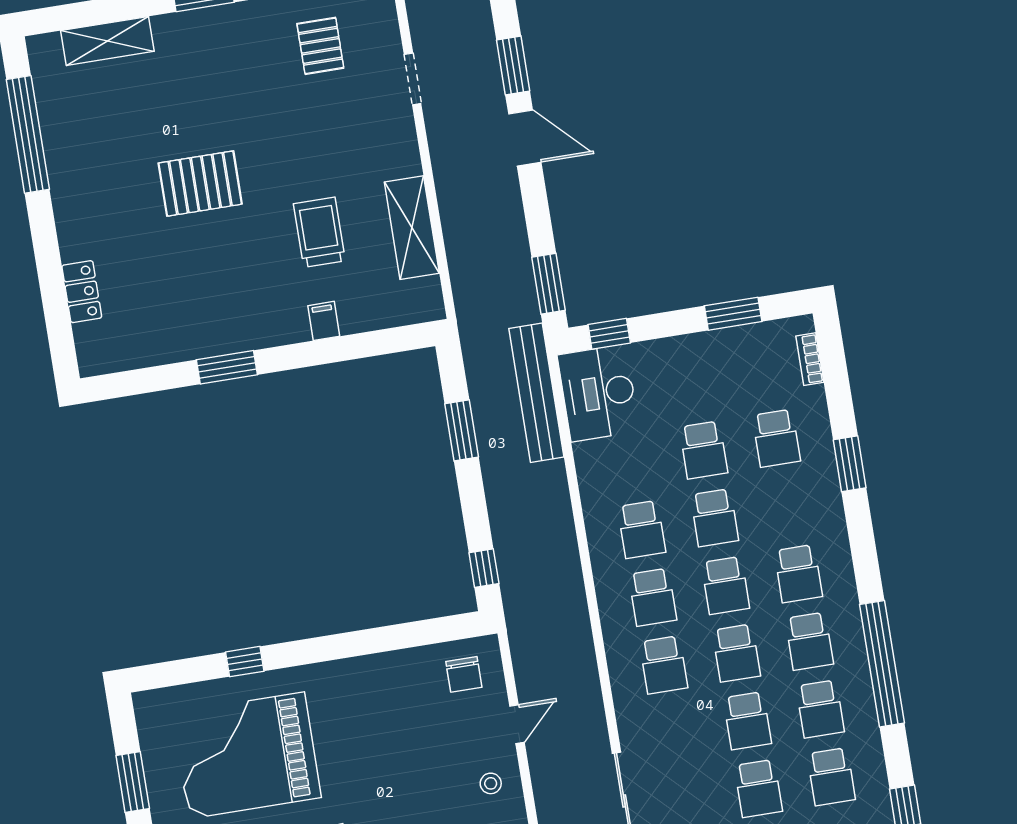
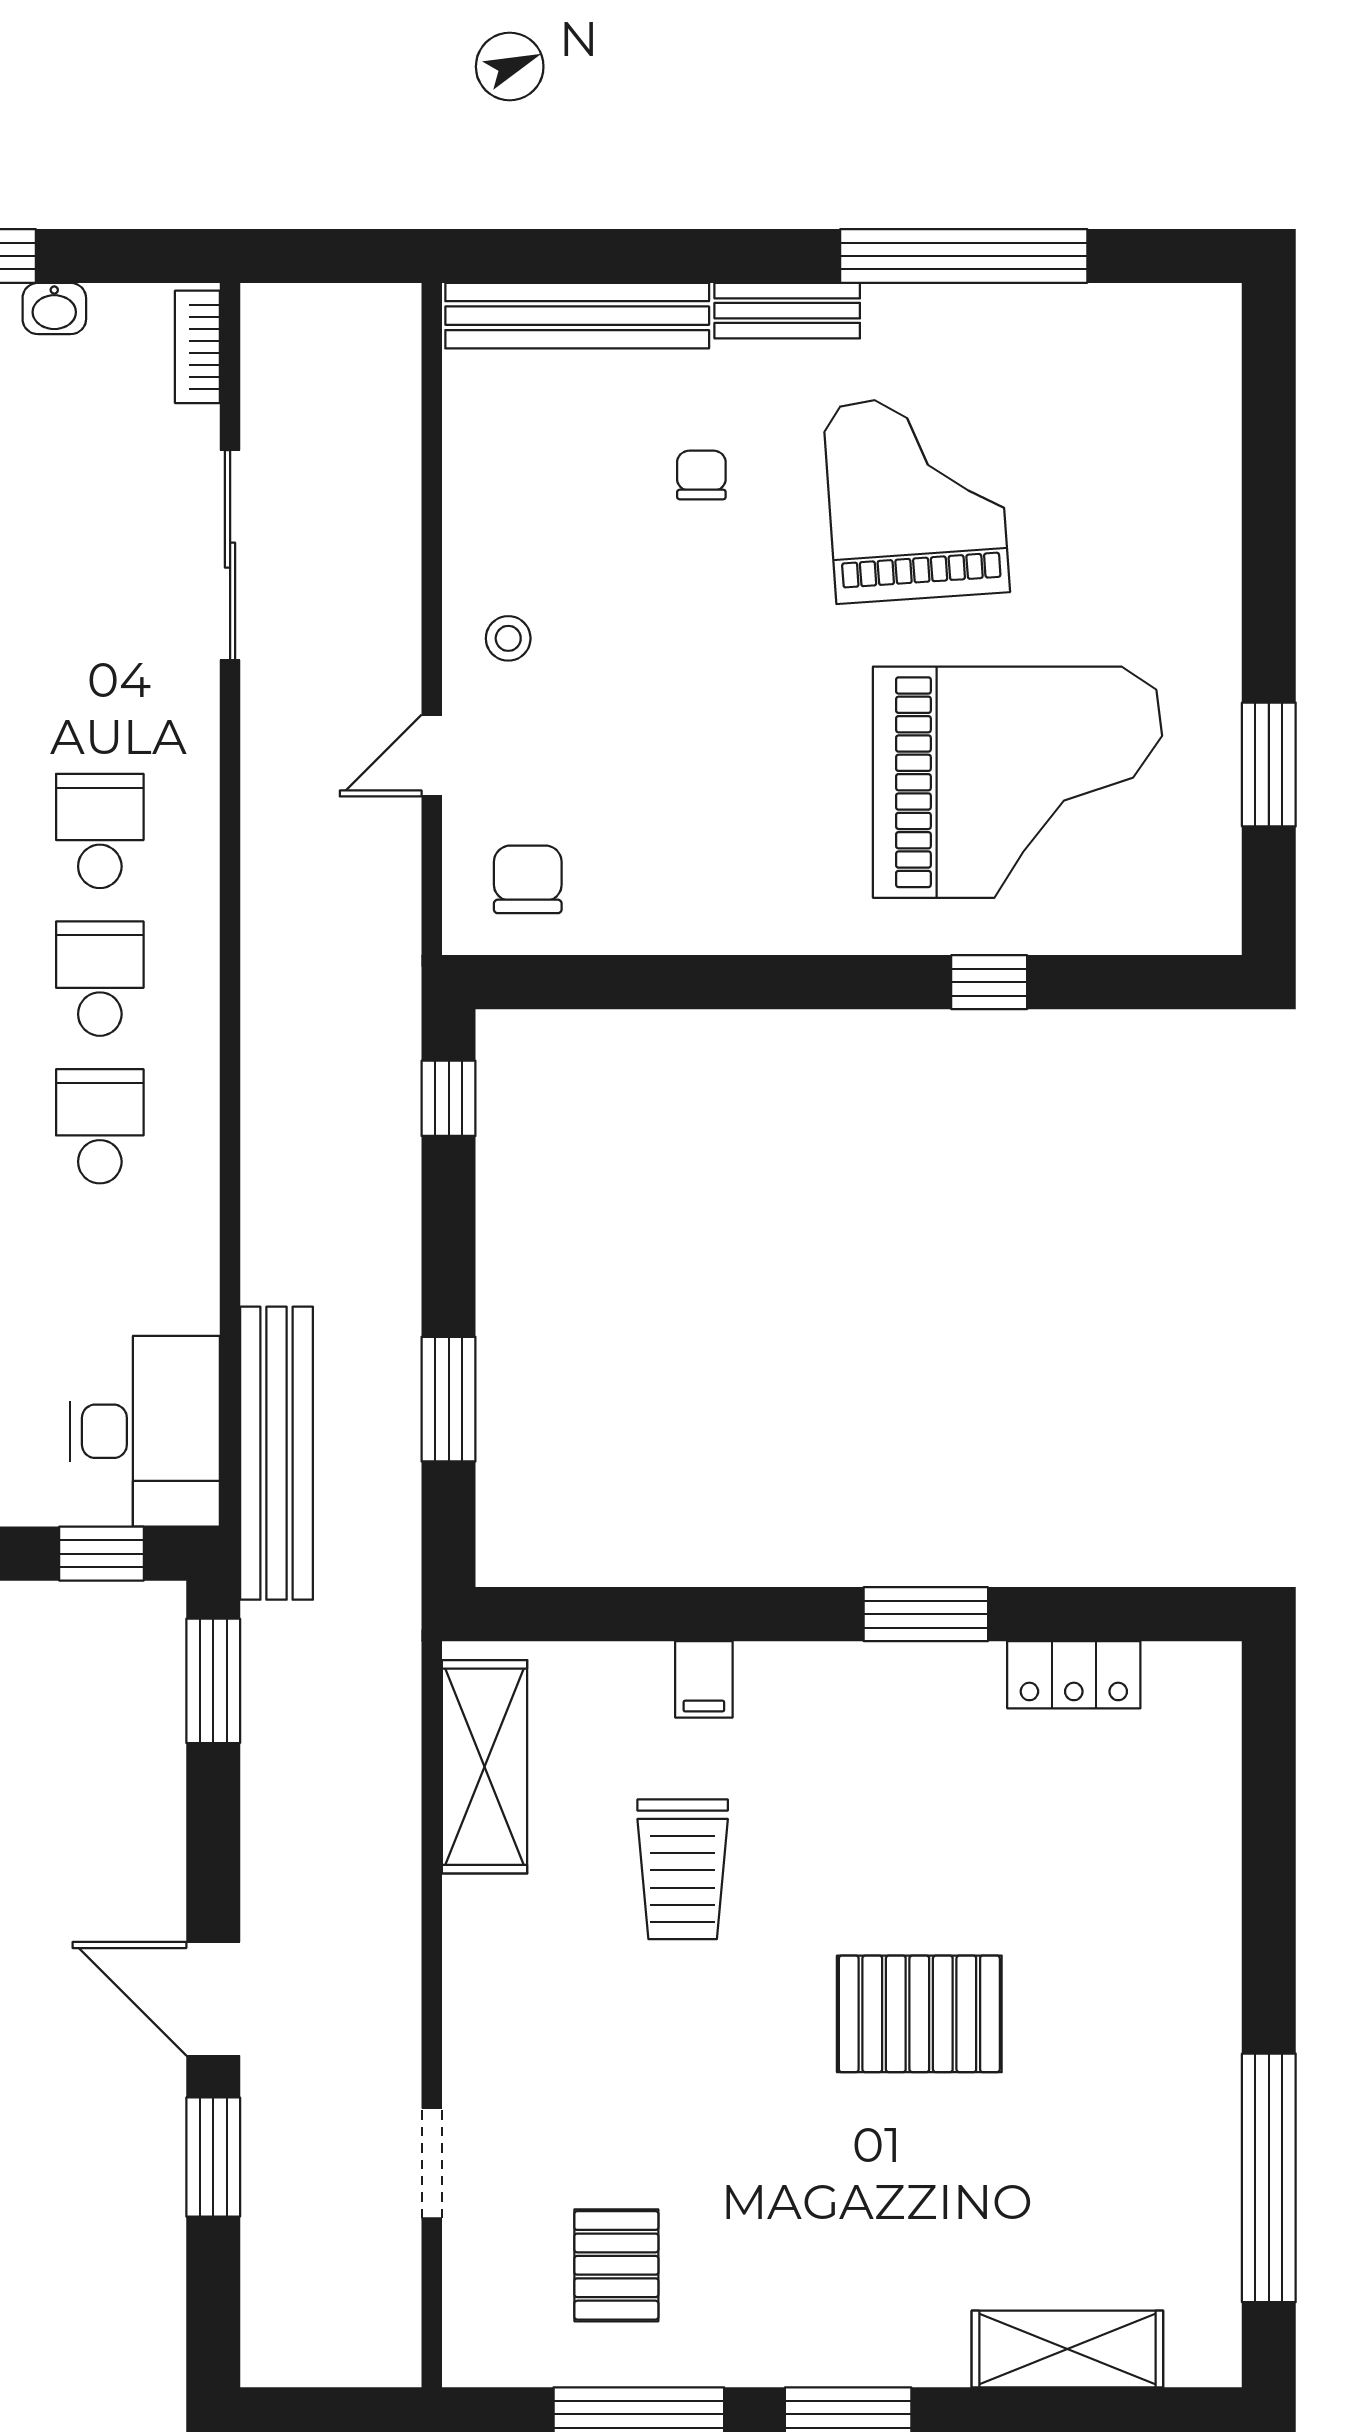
shelving: (412, 228) -> (484, 1767), moved
locker: (82, 292) -> (1074, 1675), moved, turned -90

